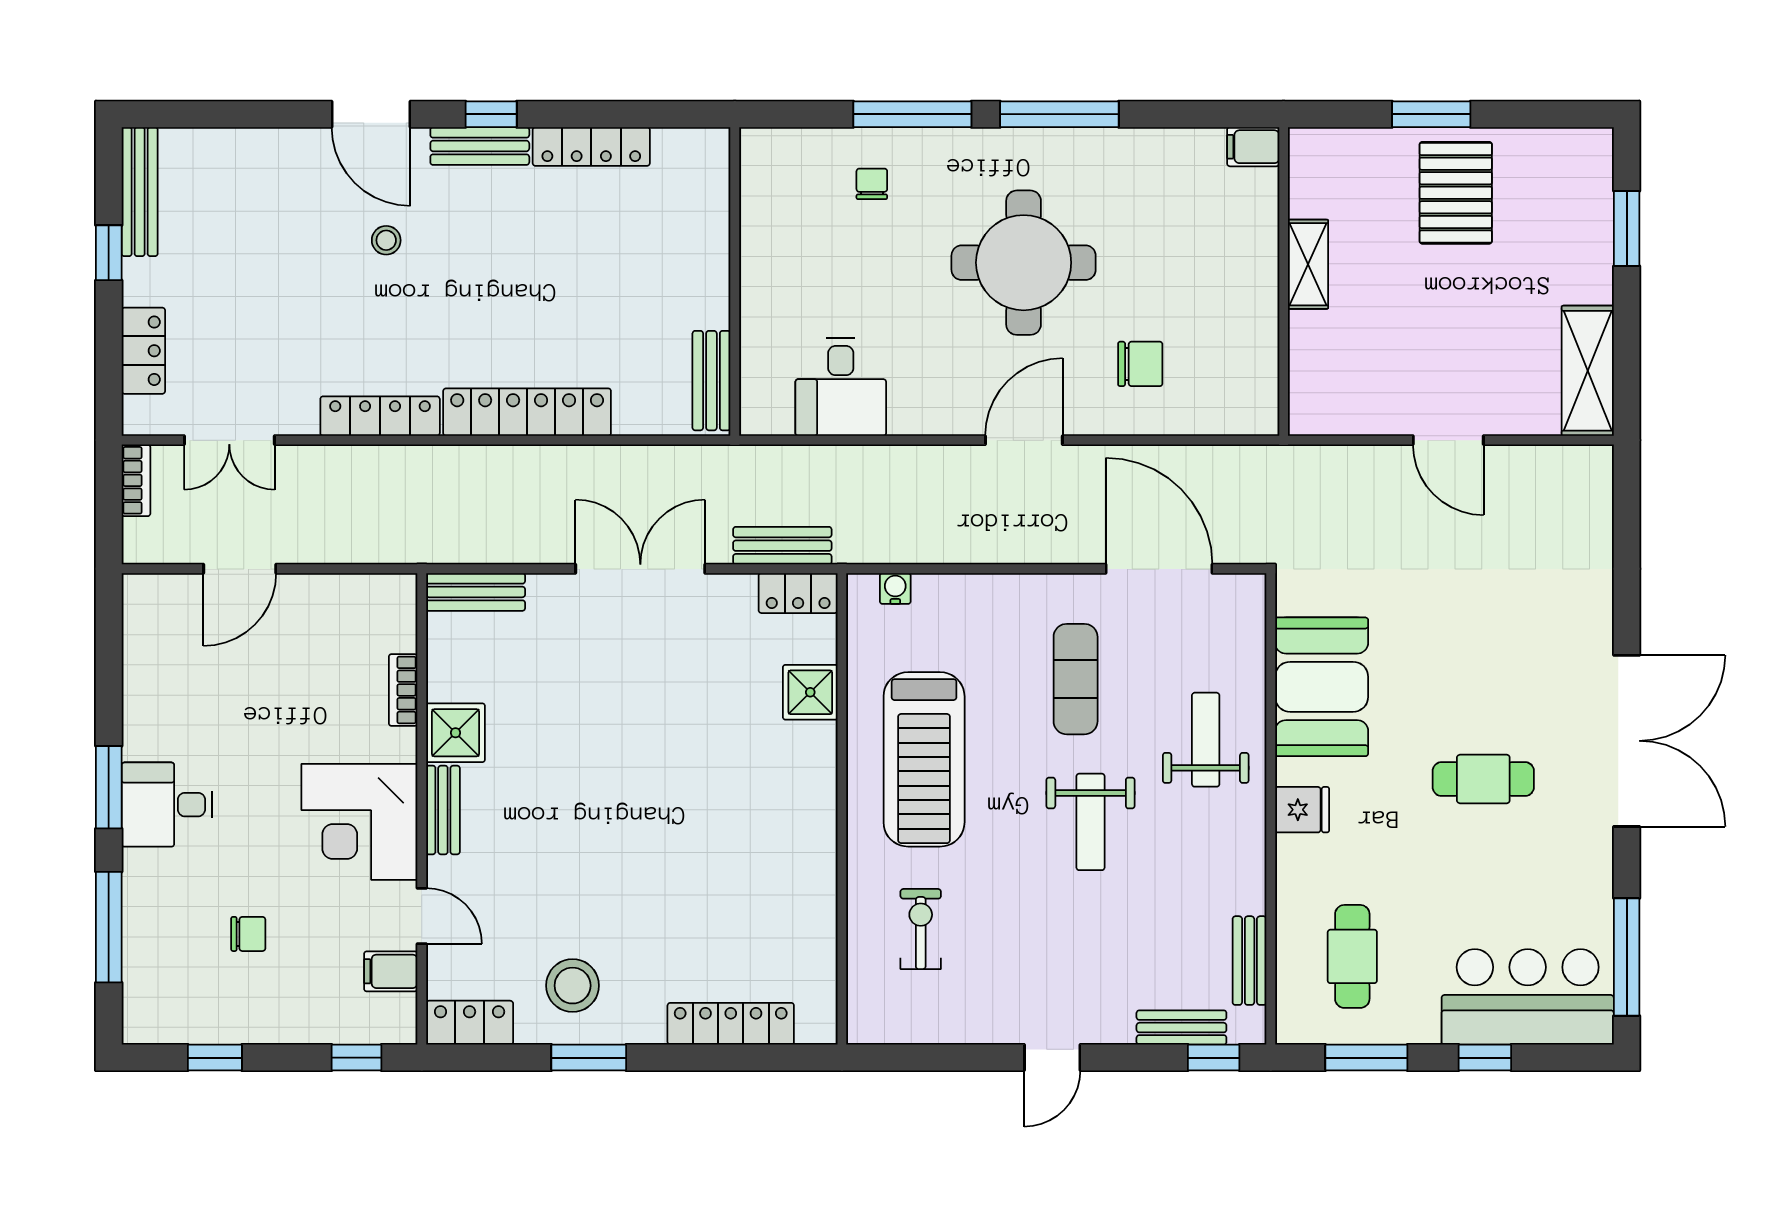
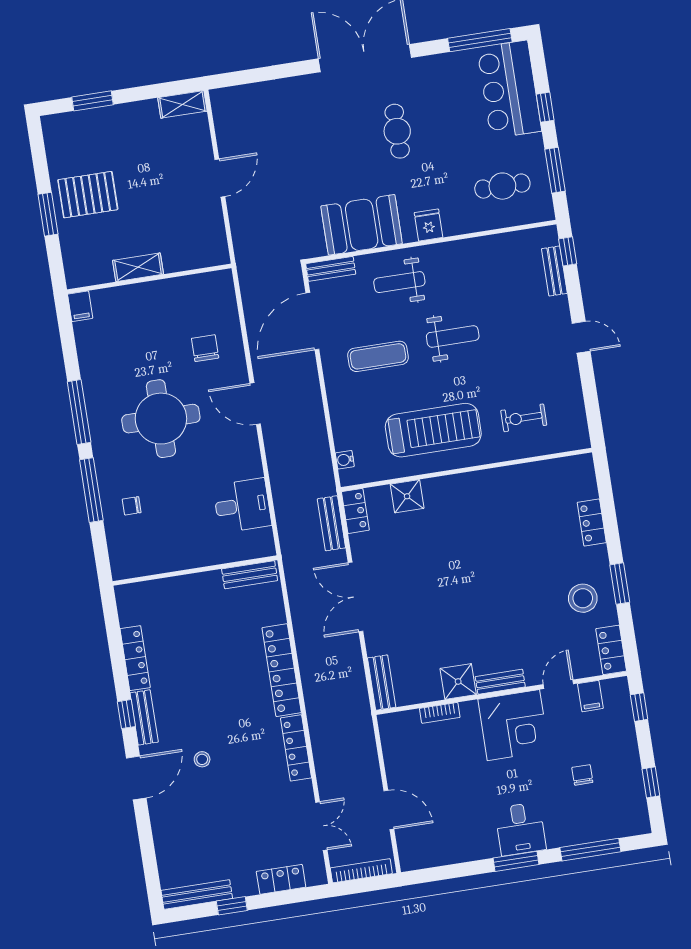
shelving: (1588, 371) -> (182, 104), width x0.67, depth x0.75
bookcase: (136, 480) -> (361, 871), width x1.56
bench: (1250, 961) -> (331, 269), moved
locker: (731, 1024) -> (592, 523), width x0.66

